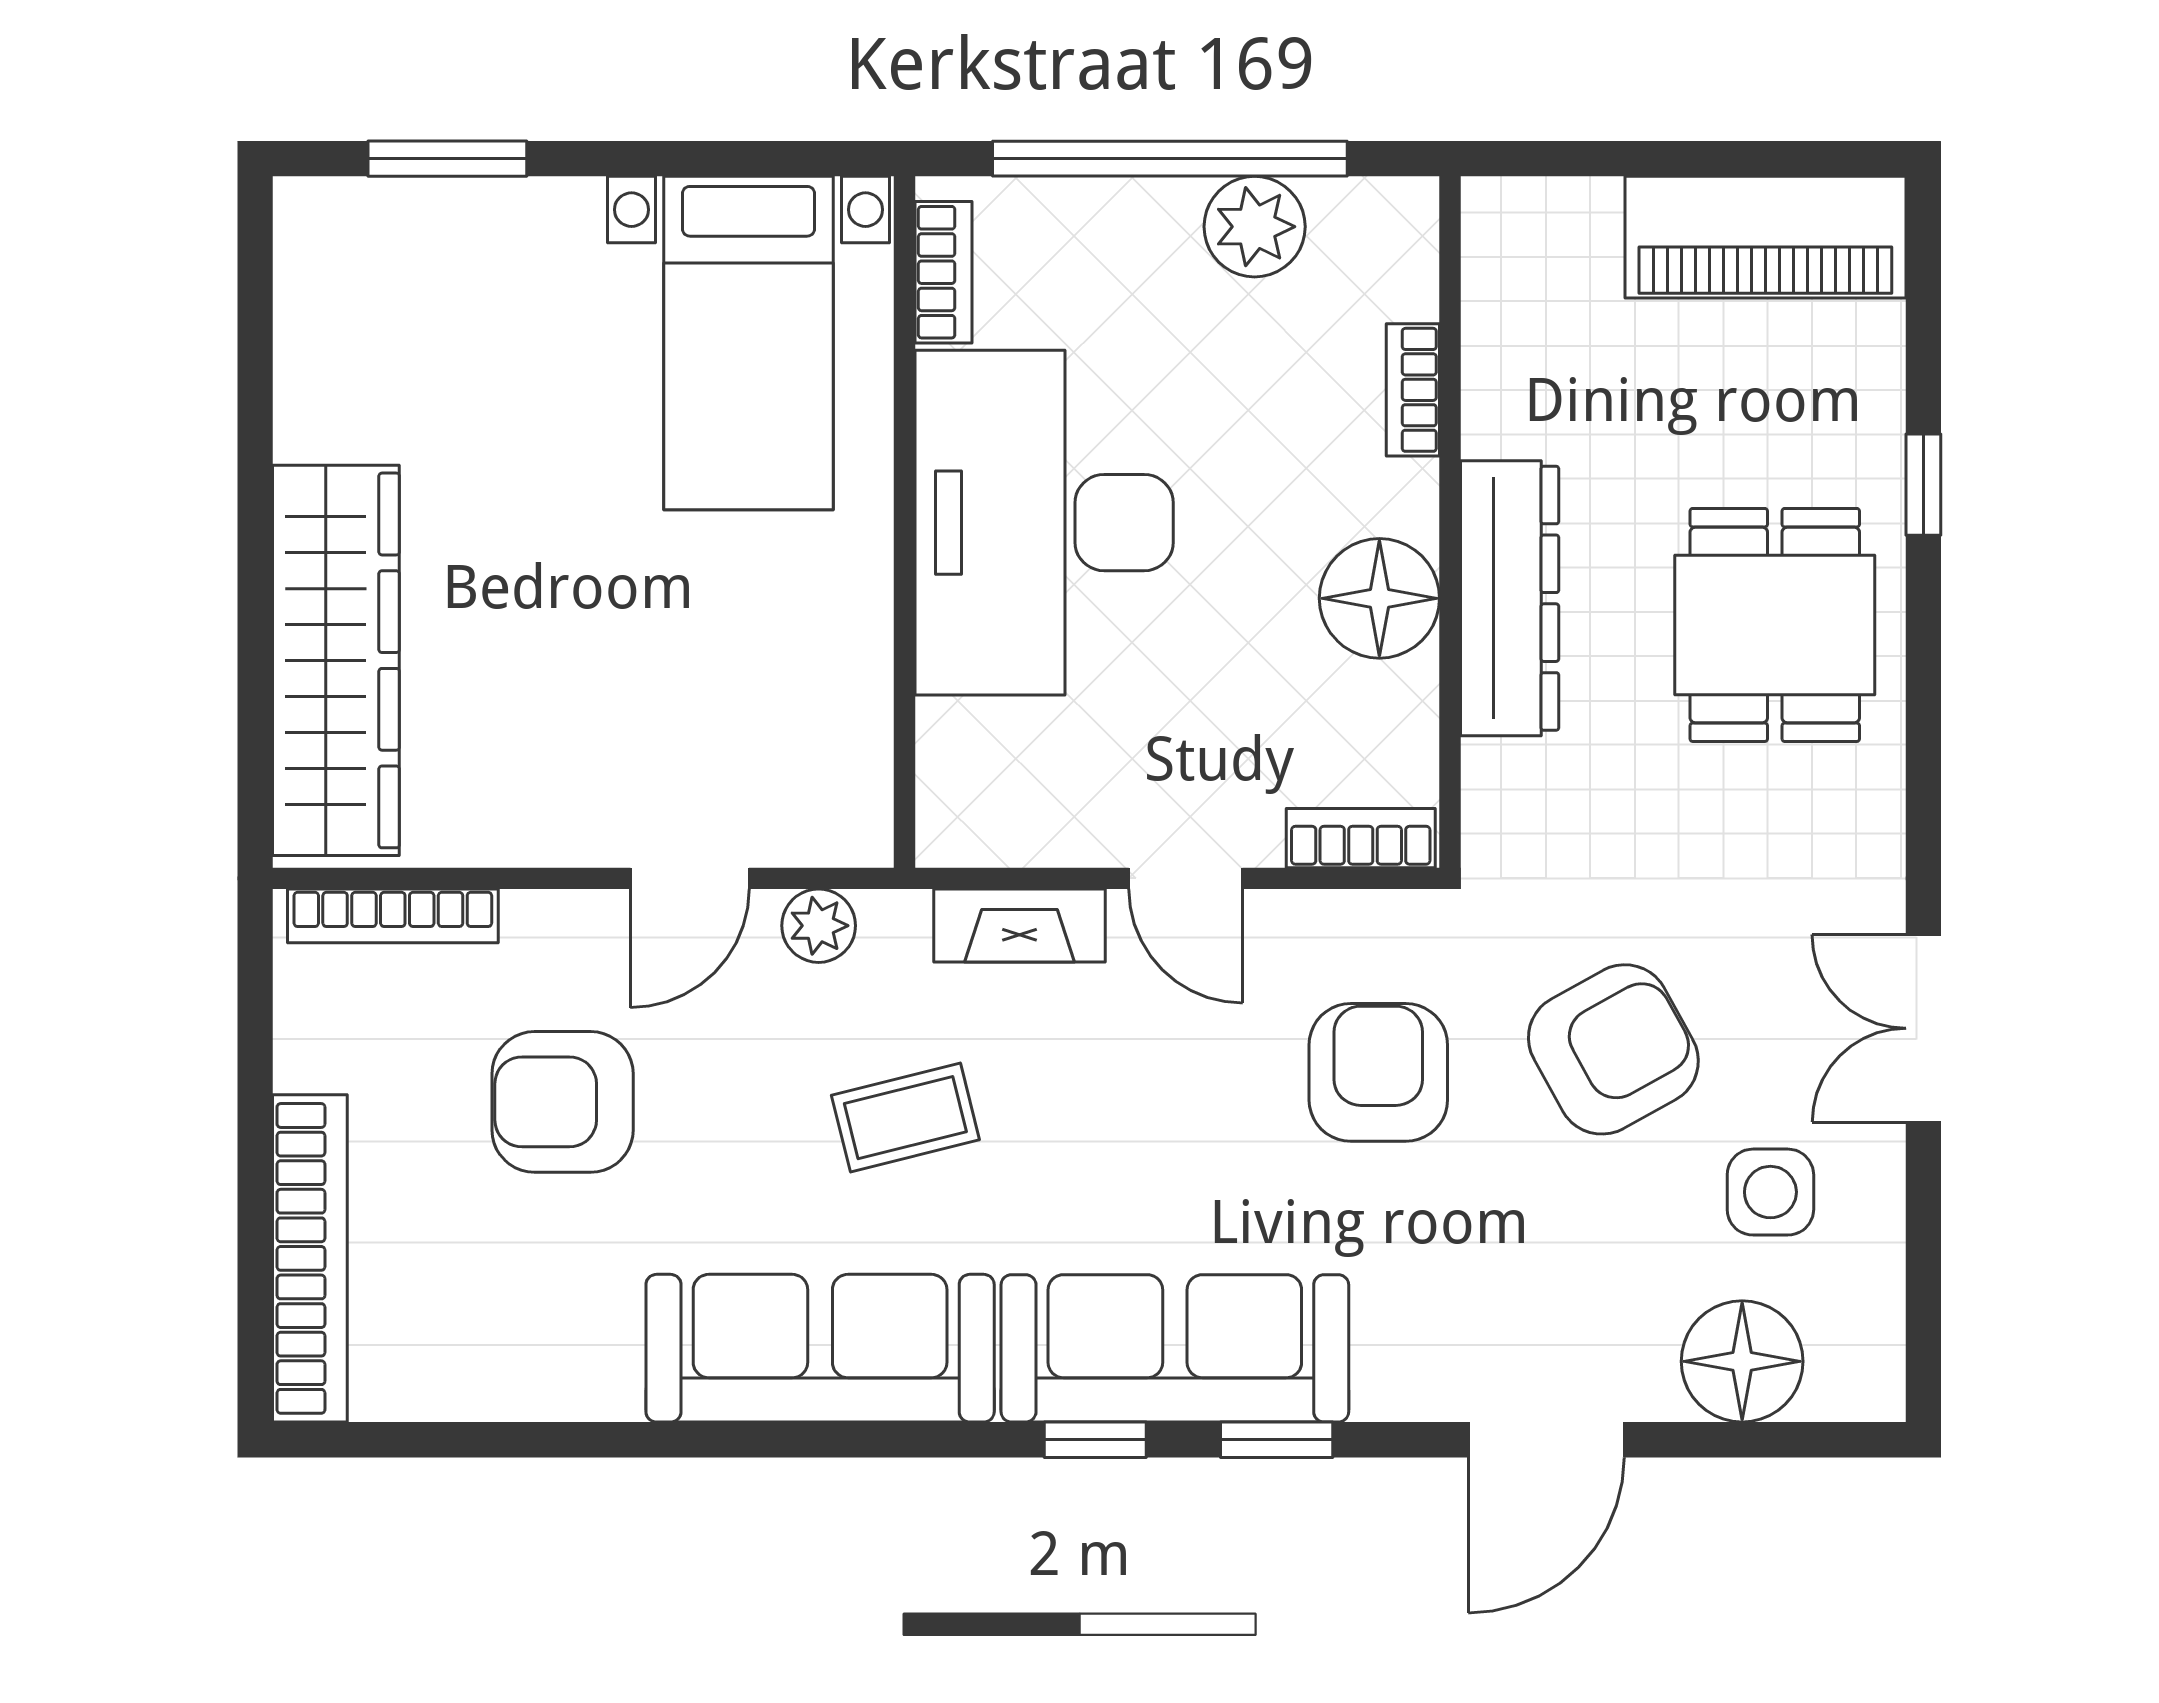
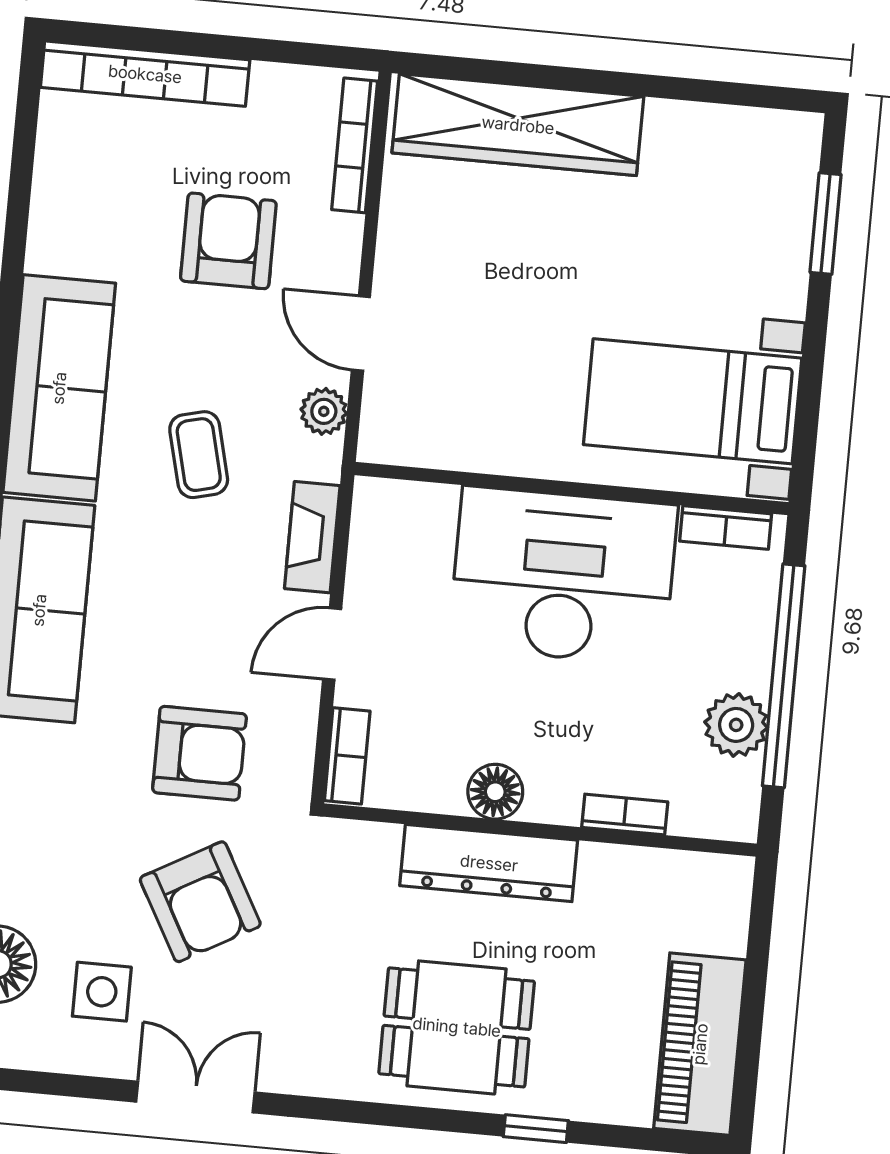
floor lamp: (1379, 598) -> (495, 792), width x0.73, depth x0.73

